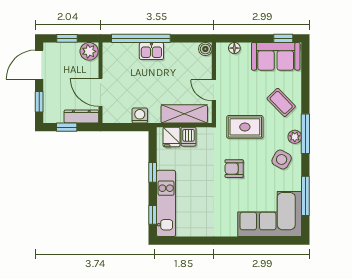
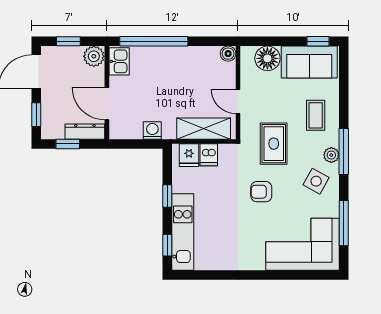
floor lamp: (234, 48) -> (267, 58), width x1.89, depth x1.89
kitchen sink: (151, 51) -> (119, 61), moved, turned -90
coffee table: (281, 102) -> (316, 115), turned 44
rug: (245, 127) -> (274, 144), turned 90

